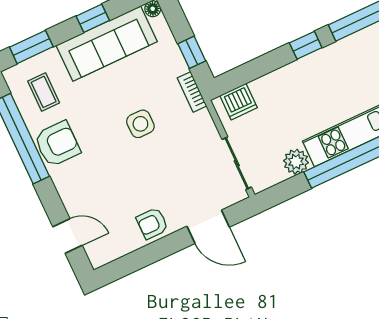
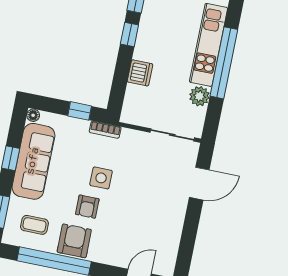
dishwasher: (239, 102) -> (140, 73), moved
armchair: (152, 223) -> (87, 207), moved

